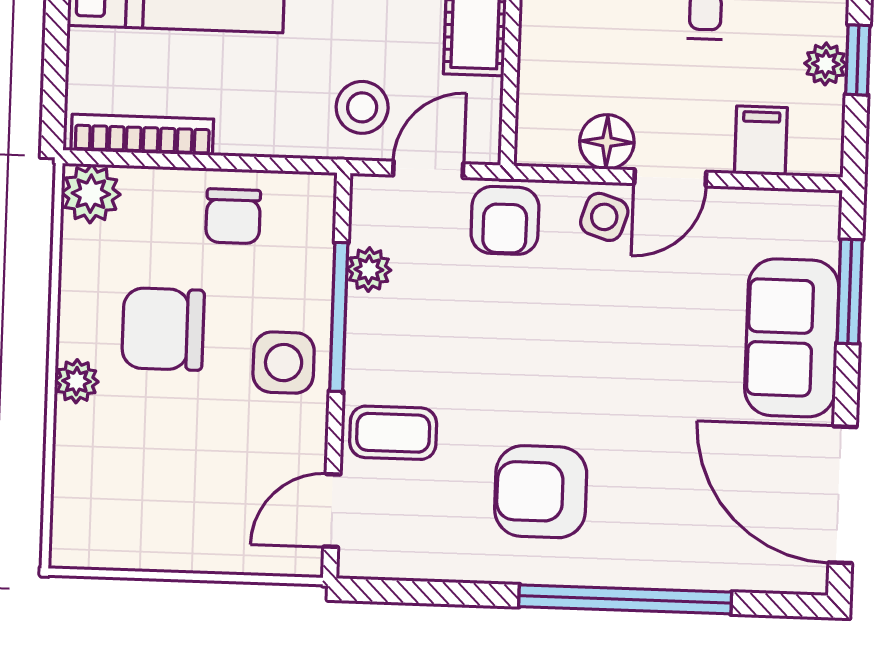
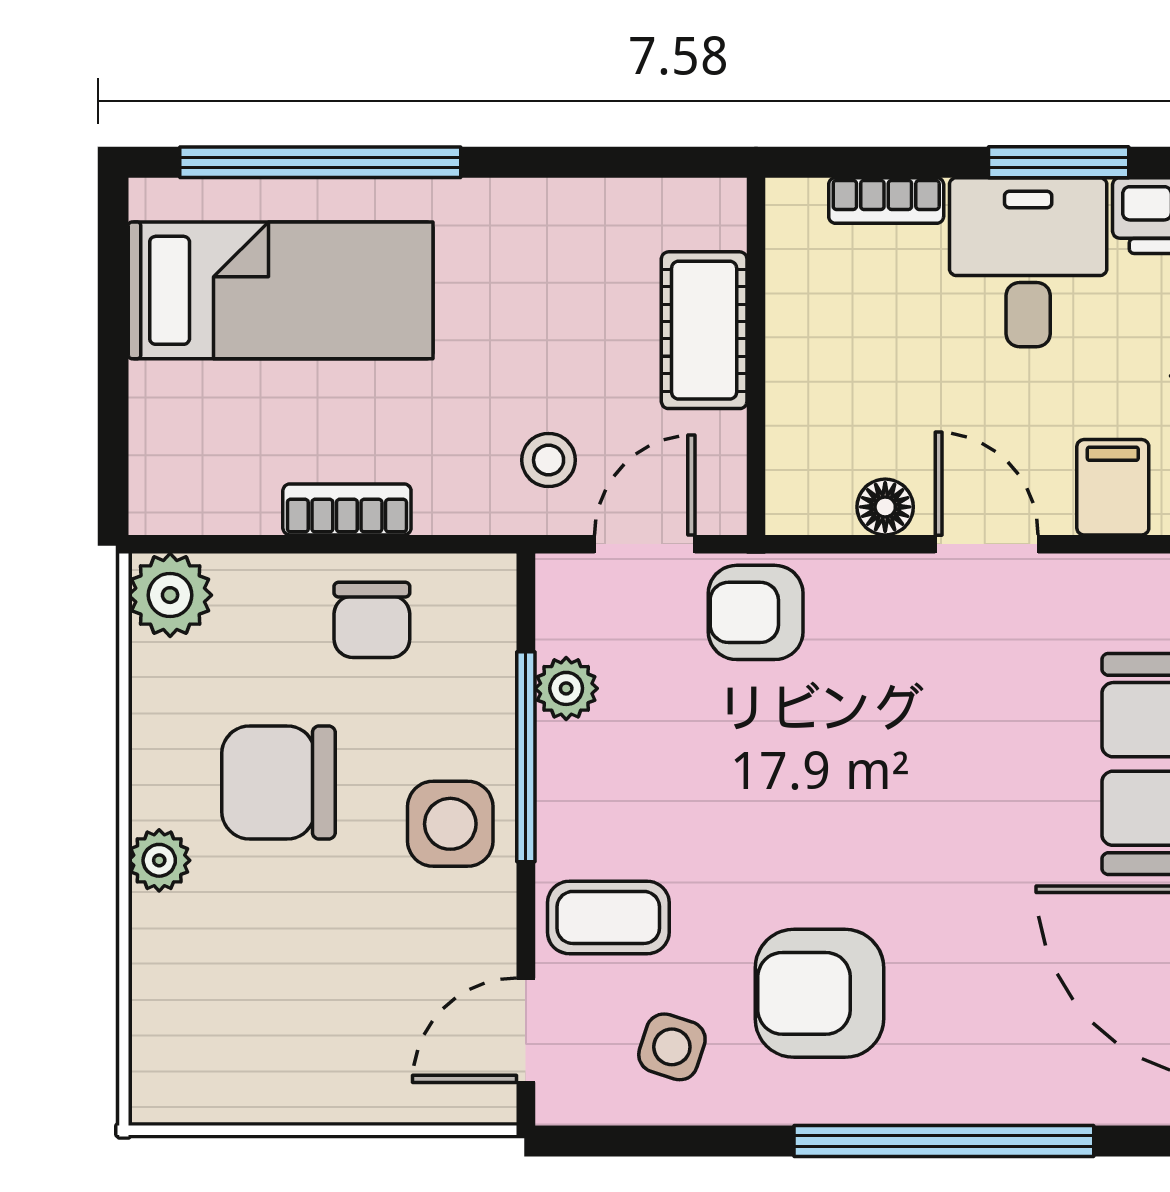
stool: (362, 107) -> (549, 460), width x0.73, depth x0.73
bookcase: (142, 135) -> (347, 509), moved, width x0.64
floor lamp: (607, 142) -> (885, 507), width x0.73, depth x0.73
door: (670, 178) -> (987, 544), swing flipped
side table: (604, 217) -> (672, 1047), moved
armchair: (505, 220) -> (756, 612), turned 90

